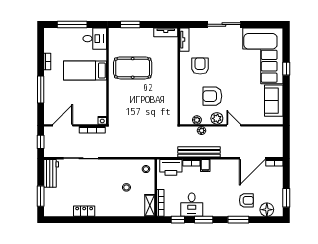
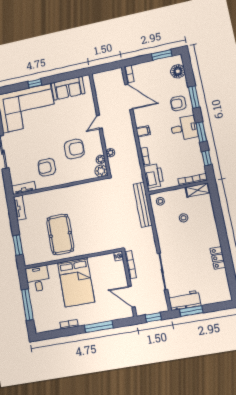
bed: (85, 70) -> (76, 282), width x1.50
armchair: (212, 96) -> (74, 149), turned -90
plant: (217, 118) -> (101, 171), moved
bench: (199, 152) -> (143, 205), moved
filing cabinet: (205, 166) -> (143, 131), moved
window: (41, 196) -> (191, 311), moved
armchair: (246, 200) -> (178, 103), moved, turned -90
desk: (192, 205) -> (184, 128), moved

